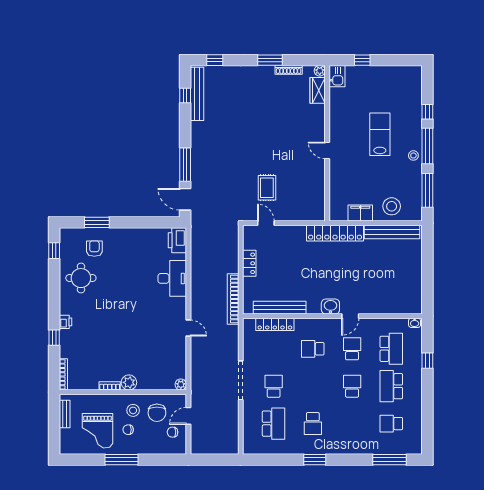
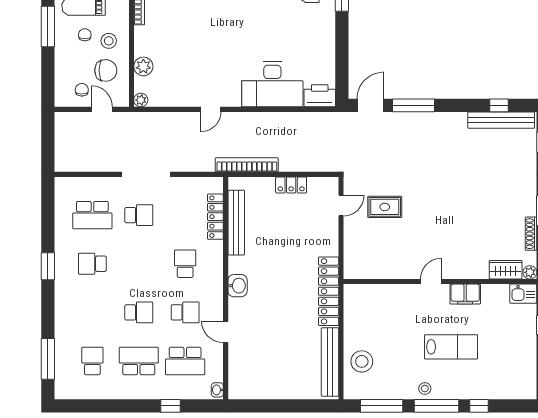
filing cabinet: (360, 213) -> (465, 294), moved, turned 90
desk: (172, 278) -> (272, 84), width x1.36, depth x1.30
door: (350, 316) -> (226, 332), moved
plant: (129, 382) -> (143, 66), moved
chair: (157, 413) -> (106, 70), turned 180

